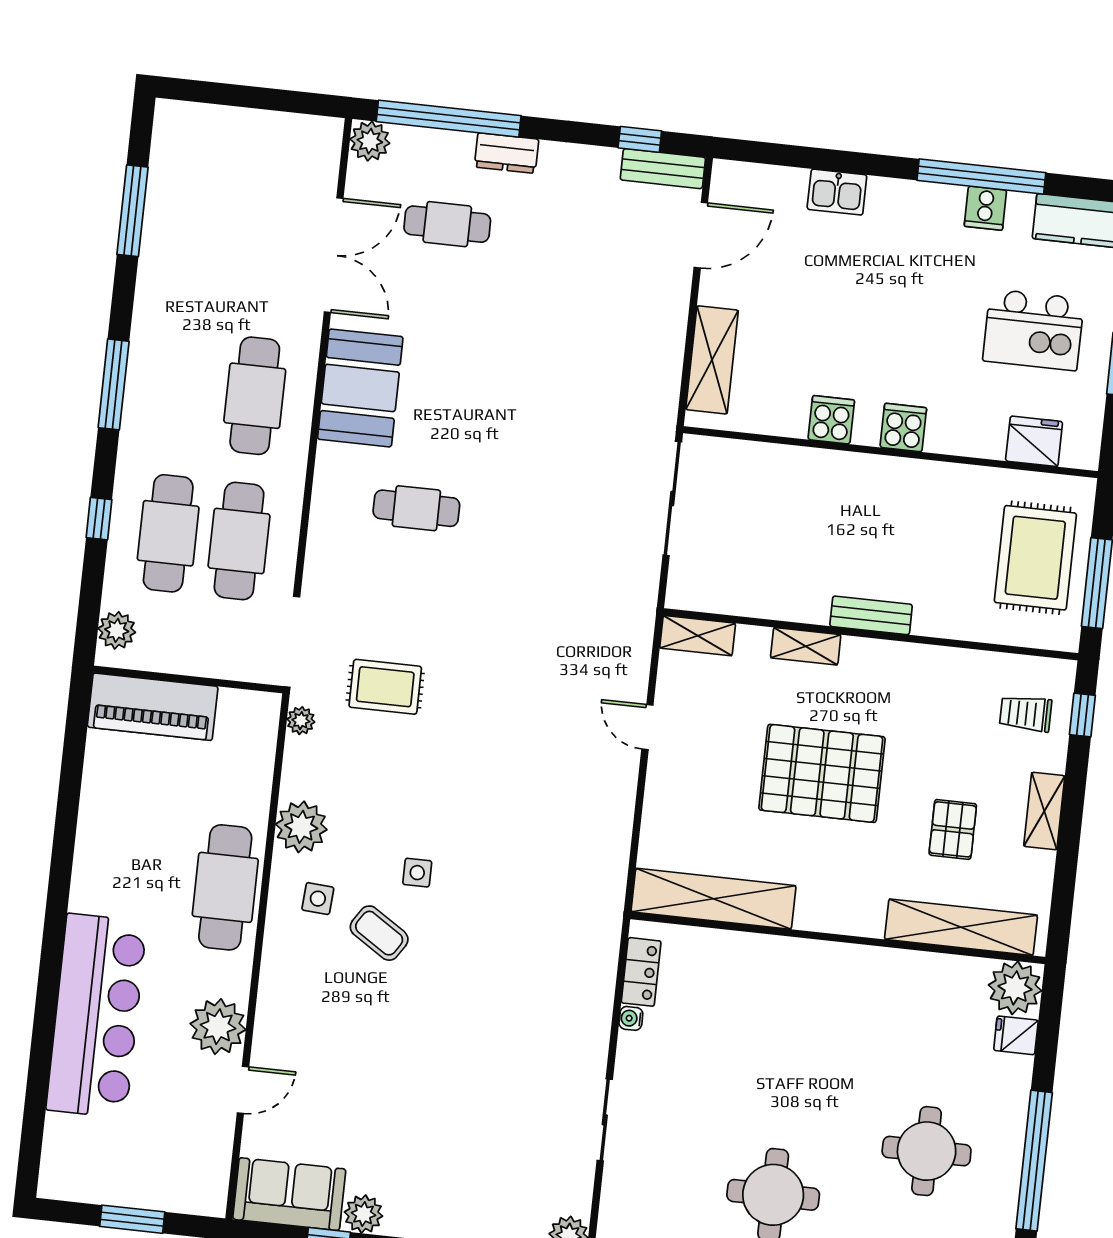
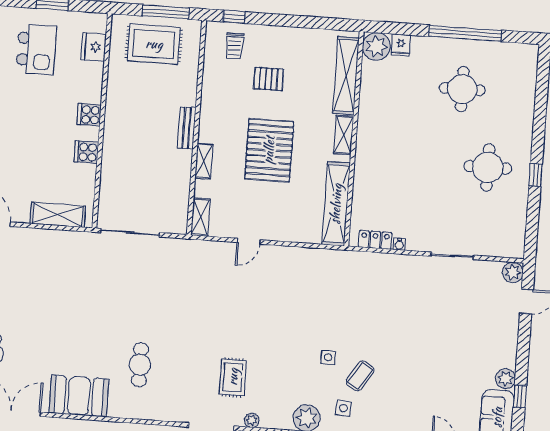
shelving: (1044, 811) -> (344, 135), moved, turned 90
pallet: (953, 829) -> (269, 79), moved

